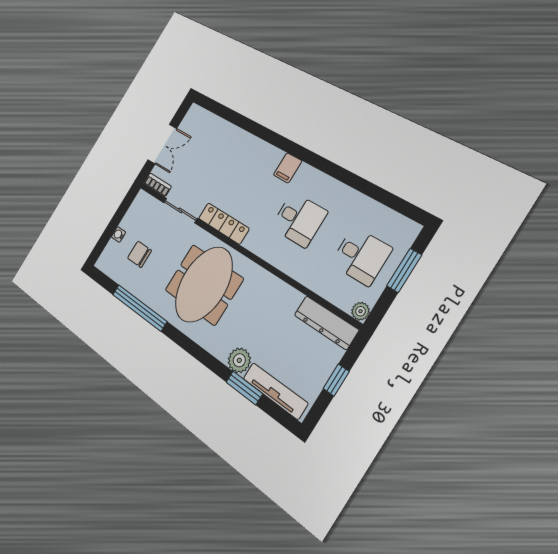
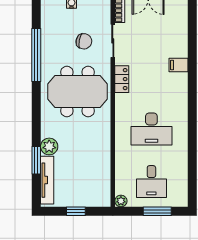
filing cabinet: (288, 168) -> (179, 65), moved
desk: (299, 220) -> (151, 129), width x1.37
locker: (224, 223) -> (122, 79), width x0.66
chair: (139, 254) -> (84, 41), moved, turned 101
dresser: (326, 322) -> (103, 185), removed

